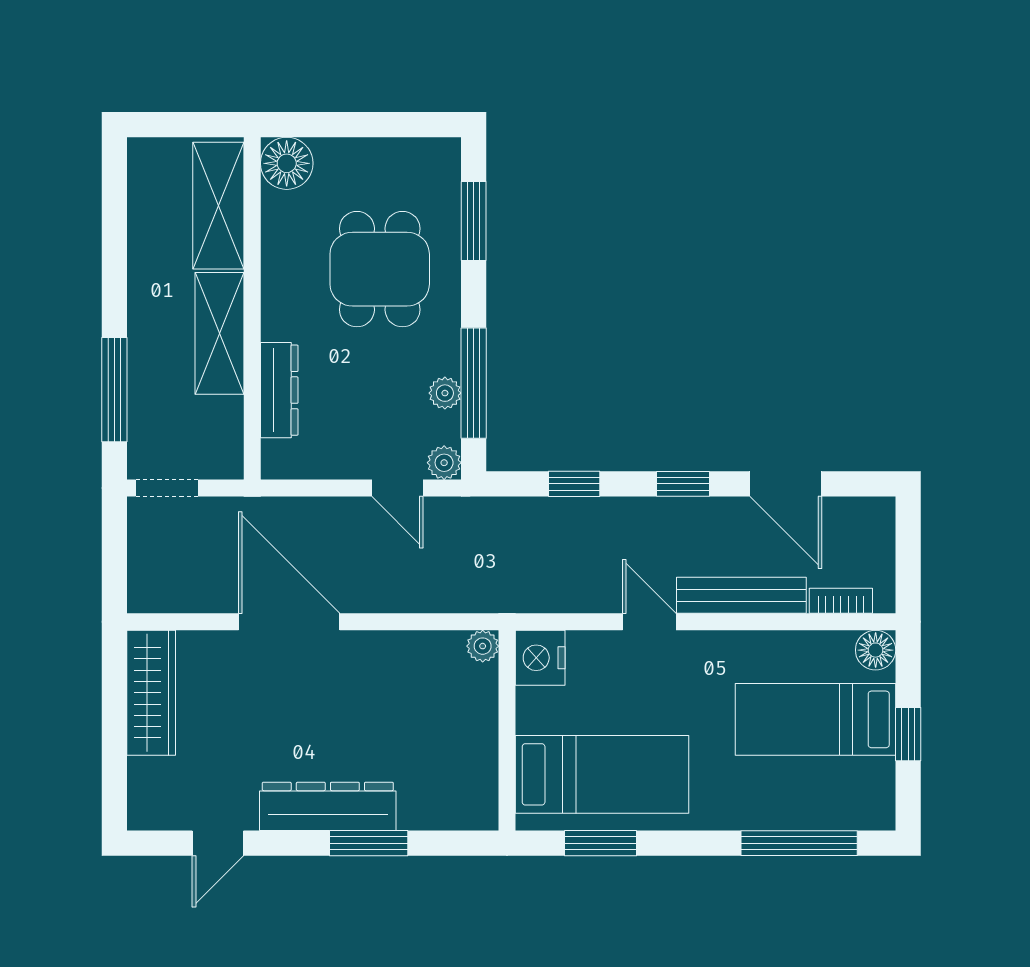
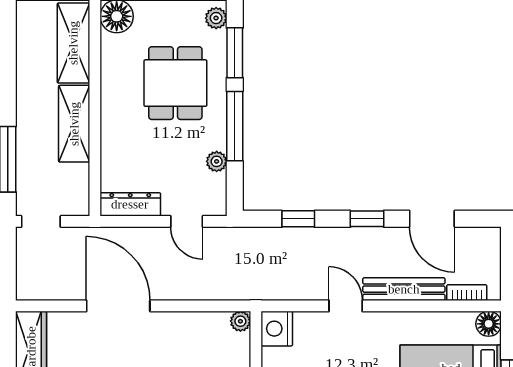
window: (474, 383) -> (235, 126), moved
dresser: (279, 390) -> (130, 204), moved, turned -90
plant: (444, 463) -> (216, 18), moved

